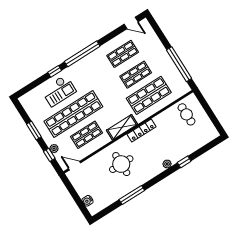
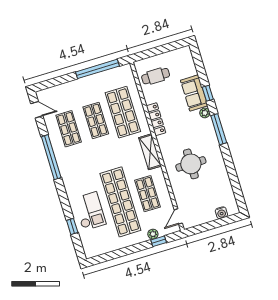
door: (131, 23) -> (37, 110), hinge flipped
window: (82, 54) -> (51, 157), moved
window: (55, 71) -> (72, 226), moved
locker: (141, 130) -> (156, 119), moved
window: (34, 131) -> (127, 251), removed
sofa: (181, 150) -> (194, 93), added
window: (132, 195) -> (219, 129), moved

